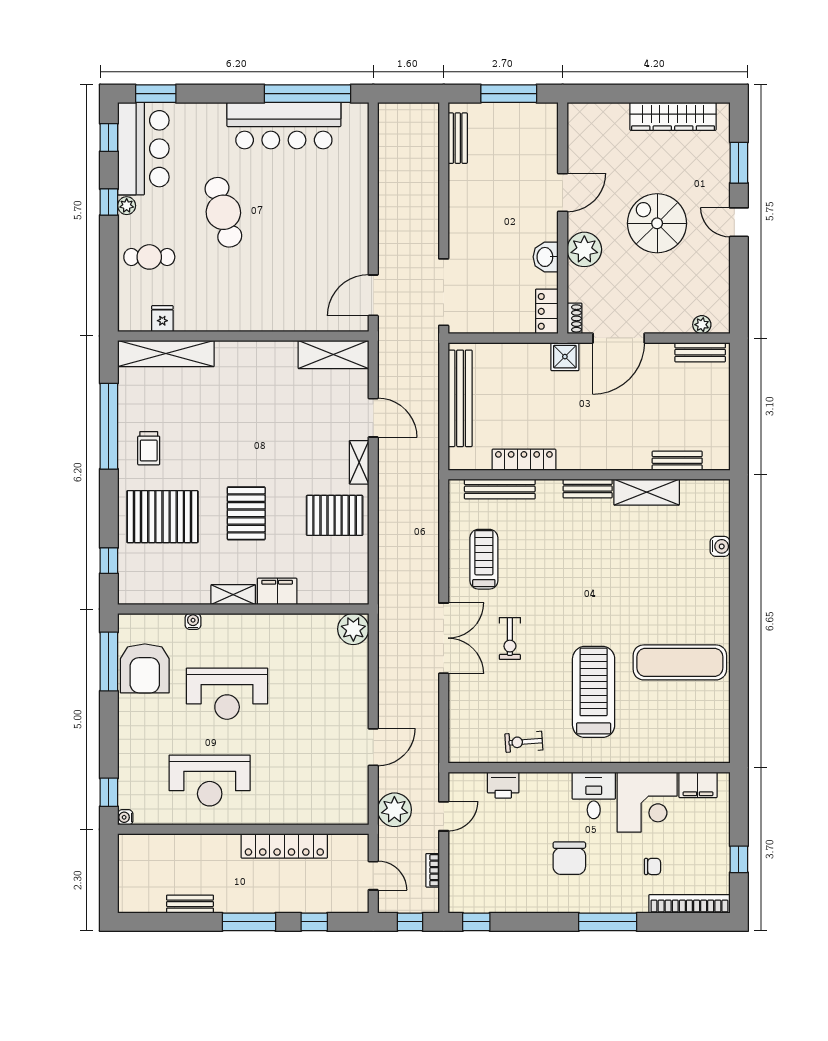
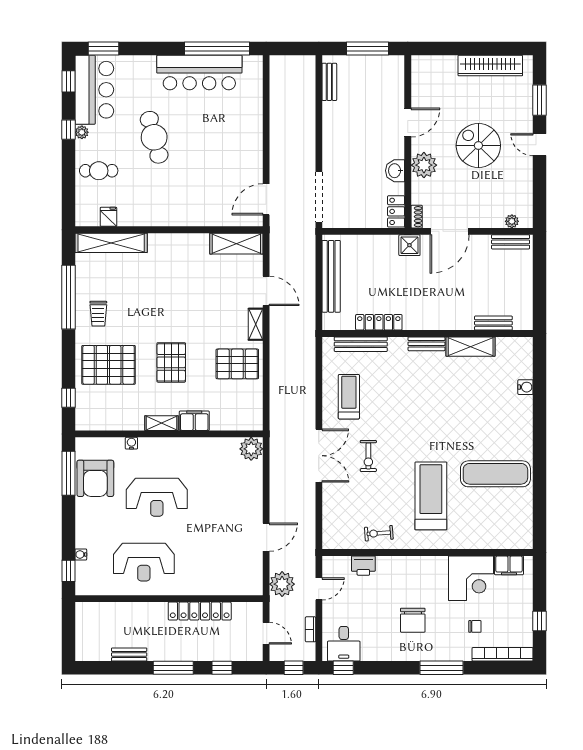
desk: (594, 795) -> (344, 644), moved, turned 180
water cooler: (125, 817) -> (81, 554), moved

